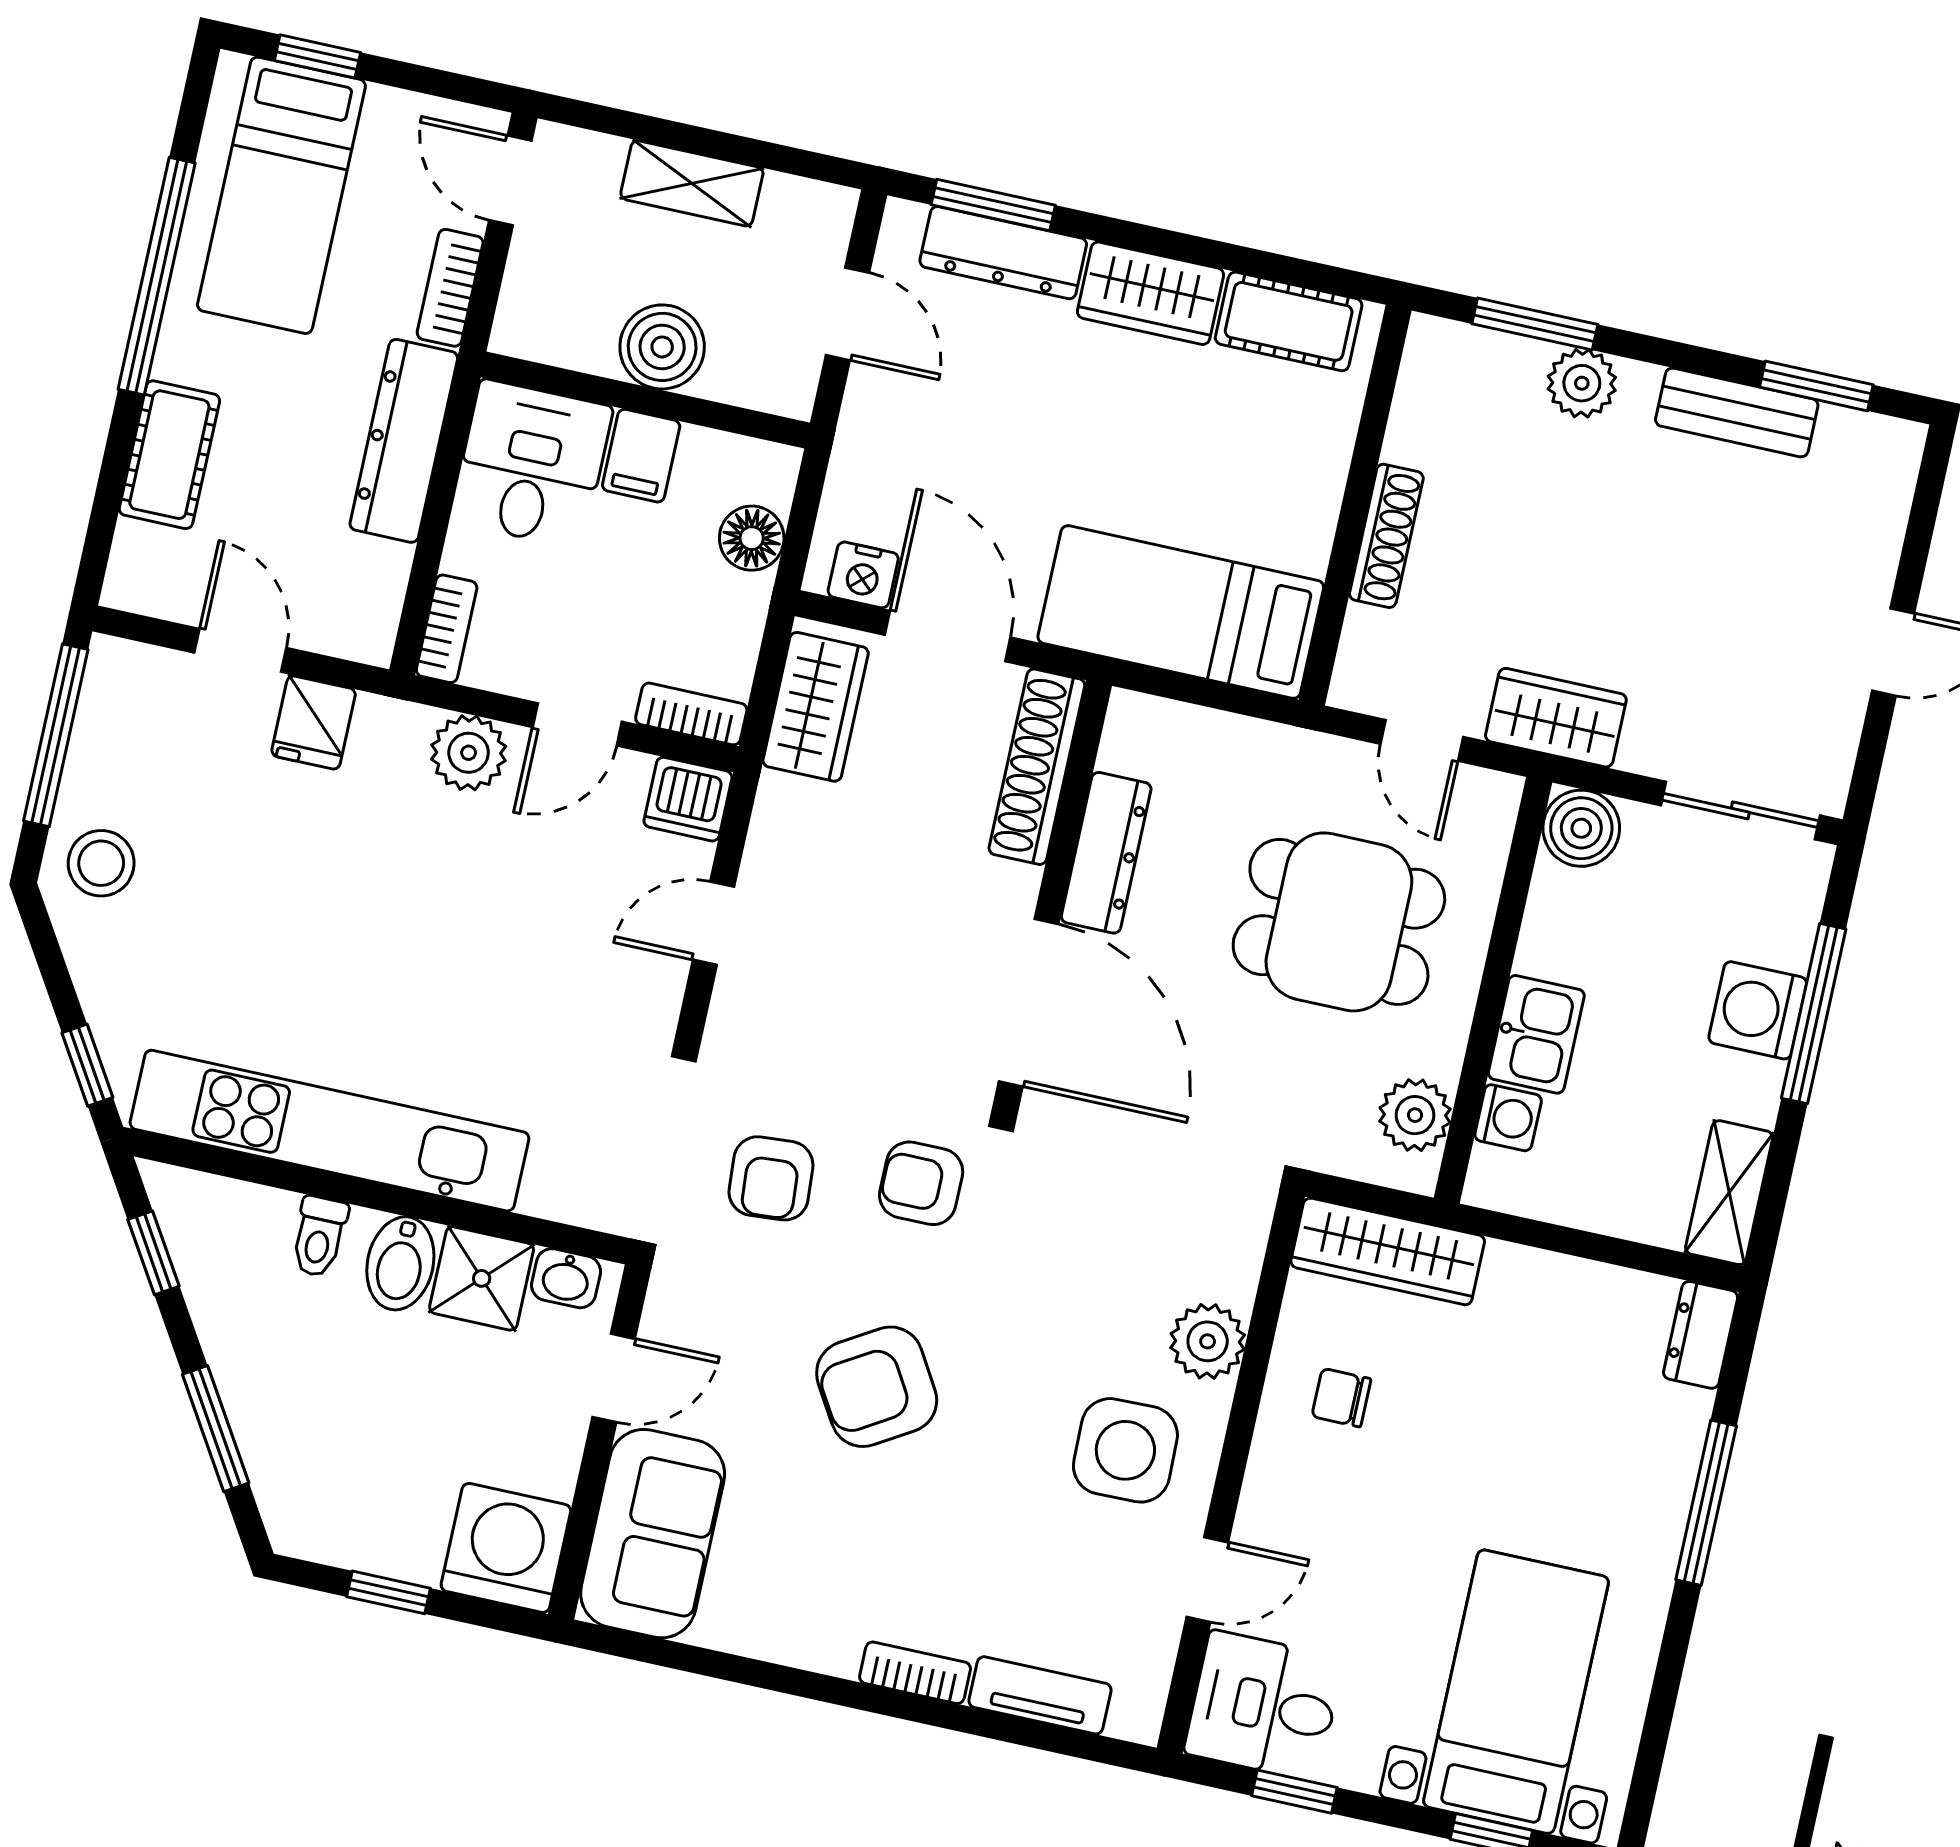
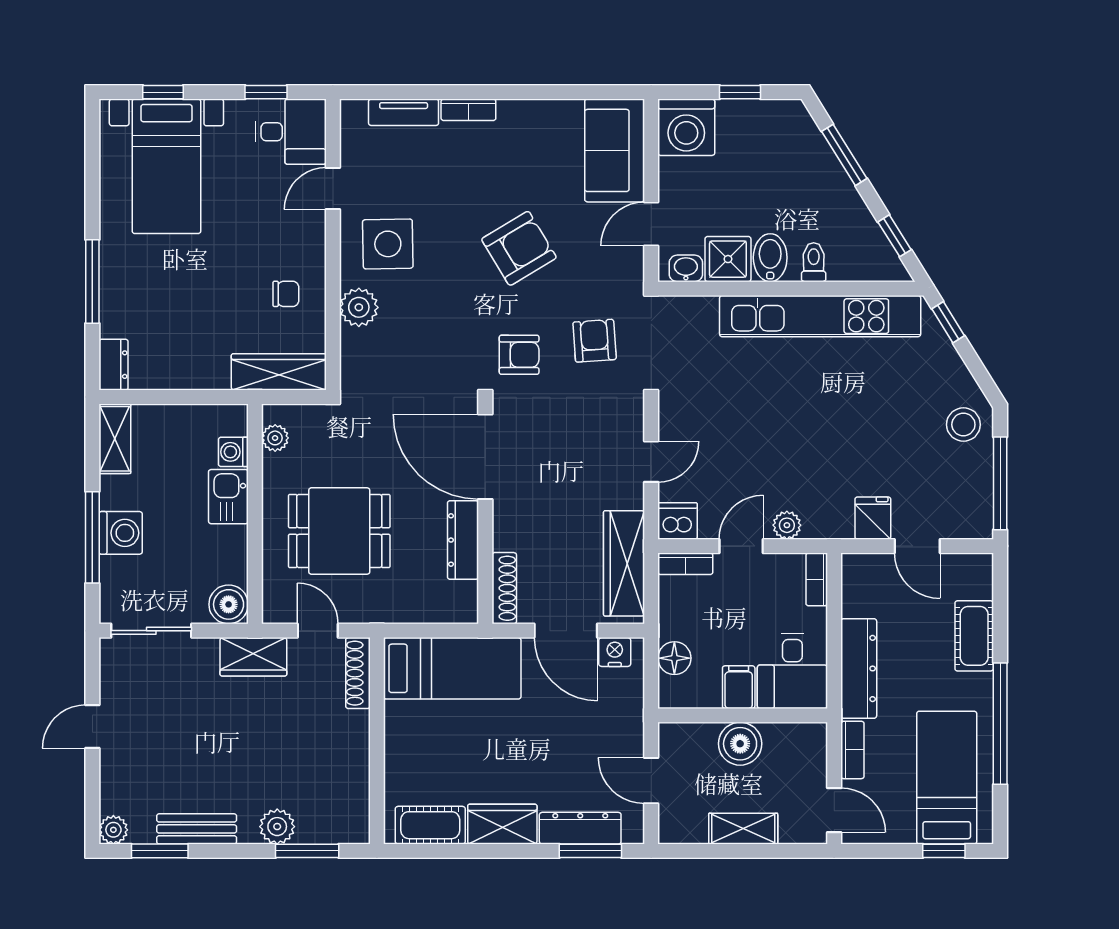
plant: (1896, 446) -> (113, 830), added
shoe rack: (1386, 536) -> (358, 673), moved
wardrobe: (816, 707) -> (624, 563), width x1.50
plant: (469, 753) -> (787, 525), width x0.73, depth x0.73
shoe rack: (1037, 767) -> (504, 588), width x0.74, depth x0.81
plant: (1415, 1115) -> (275, 438), width x0.73, depth x0.73

